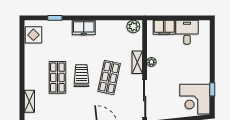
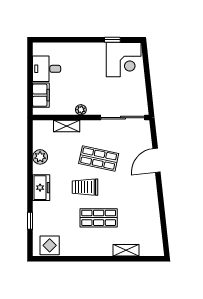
plant: (133, 27) -> (40, 157), moved
shelving: (137, 62) -> (67, 126), moved
trolley: (81, 76) -> (85, 187), moved

